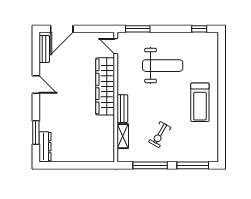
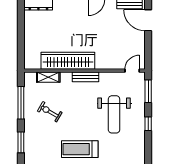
window: (199, 29) -> (148, 124), moved
wardrobe: (105, 86) -> (68, 61), moved
bench: (122, 109) -> (85, 77), moved
window: (193, 165) -> (21, 142), width x0.69

